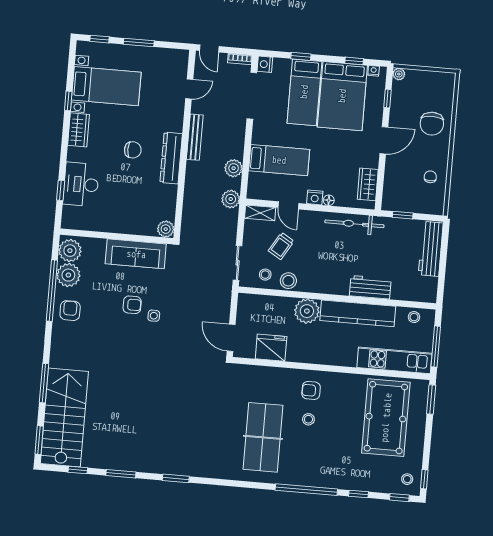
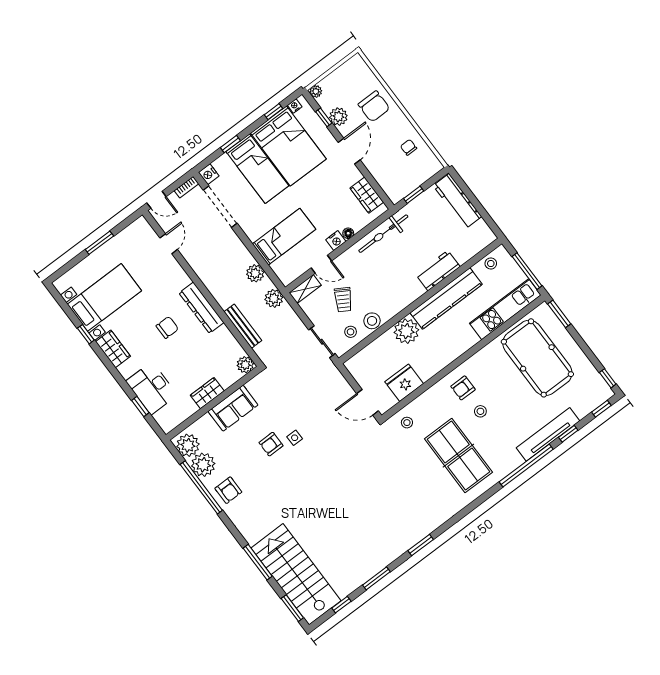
window: (99, 39) -> (68, 267), removed
plant: (399, 108) -> (338, 117), added
bench: (195, 137) -> (243, 326), moved
wardrobe: (119, 225) -> (207, 393), added
sofa: (136, 254) -> (233, 408), width x0.73
armchair: (132, 305) -> (271, 444), turned 180
armchair: (70, 311) -> (228, 490), turned 180
stool: (407, 479) -> (407, 423), moved
tv unit: (343, 481) -> (548, 434), added

